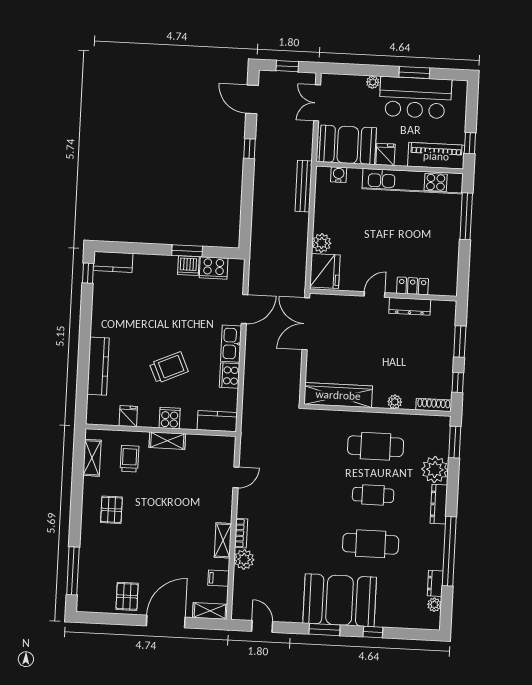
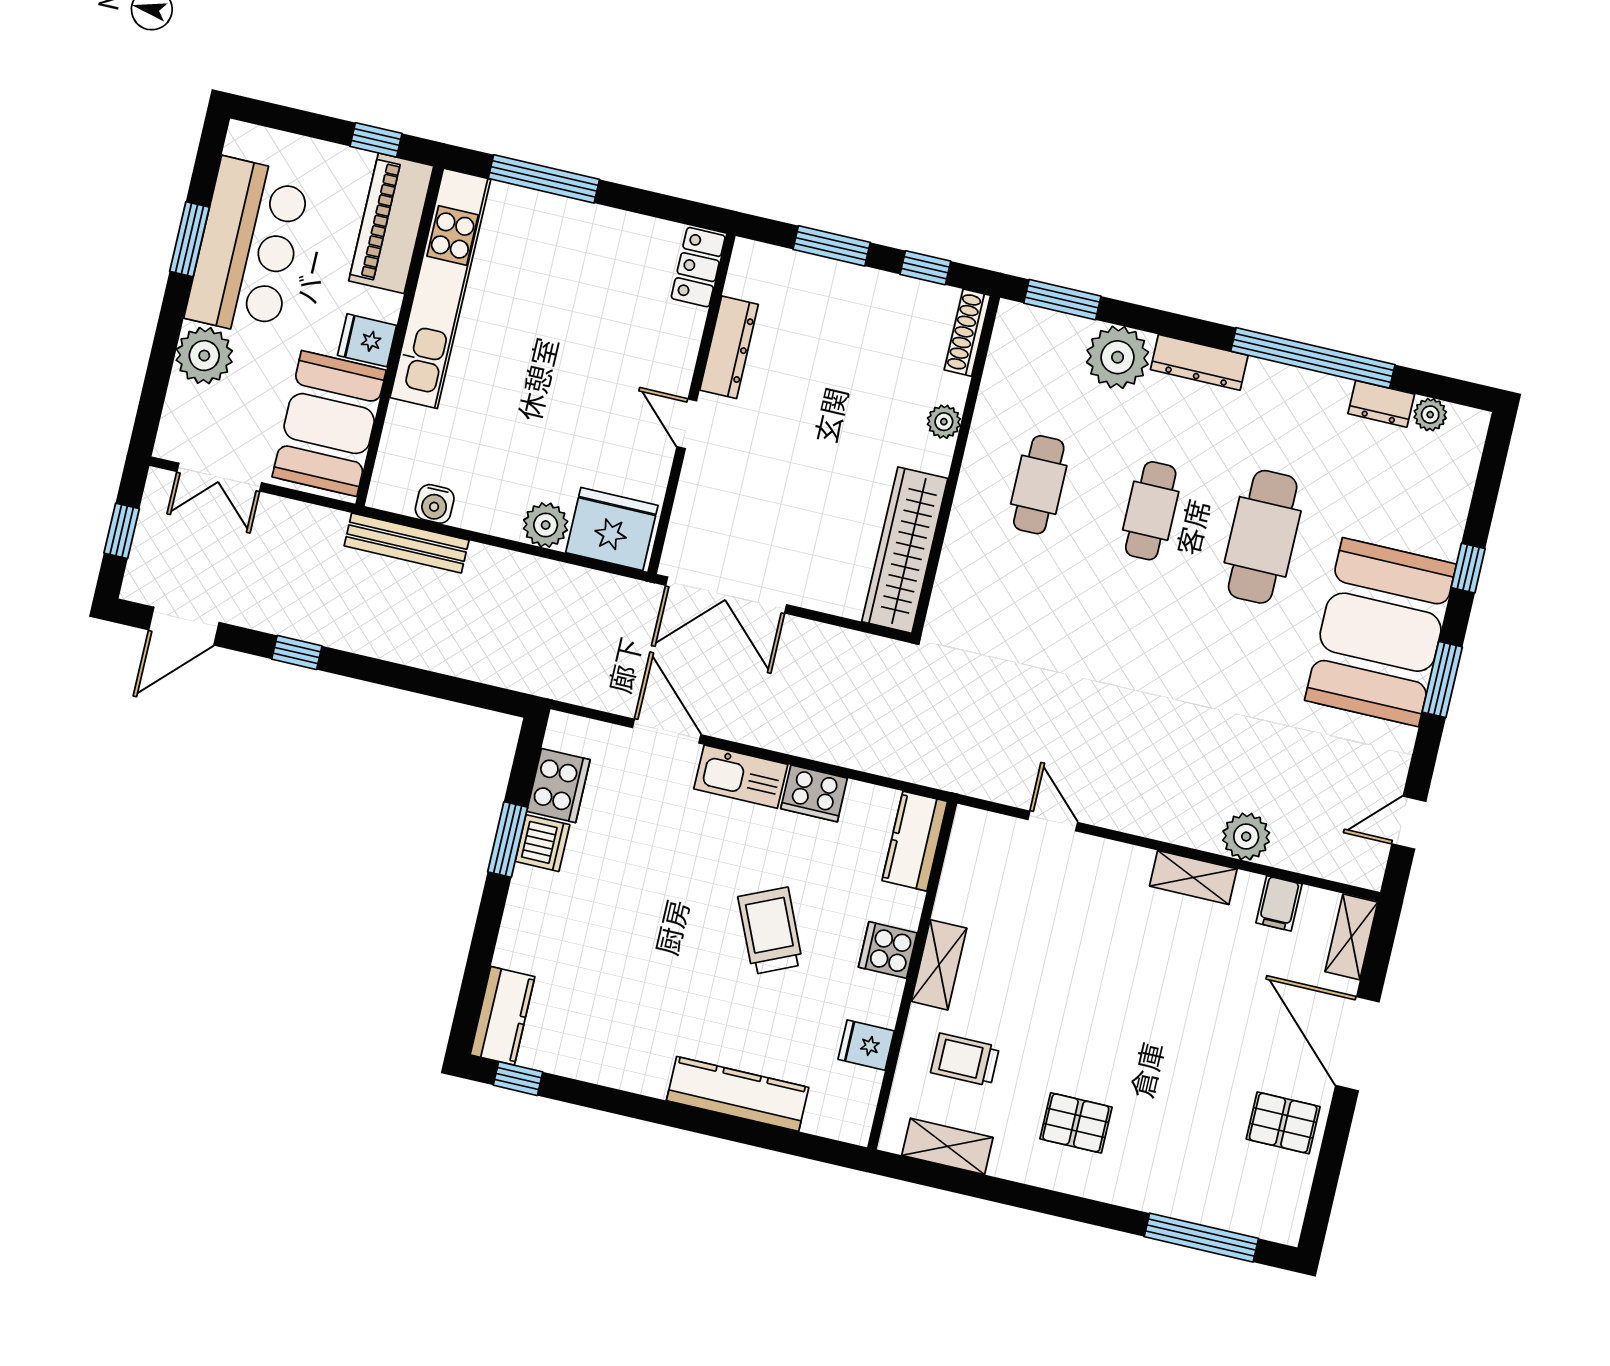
plant: (373, 82) -> (204, 356), width x1.88, depth x1.88
water cooler: (339, 175) -> (435, 504), moved, turned -90
locker: (412, 286) -> (698, 267), moved
cafe table: (376, 446) -> (1039, 485), width x0.73, depth x0.74
bookcase: (241, 533) -> (1184, 832), removed

